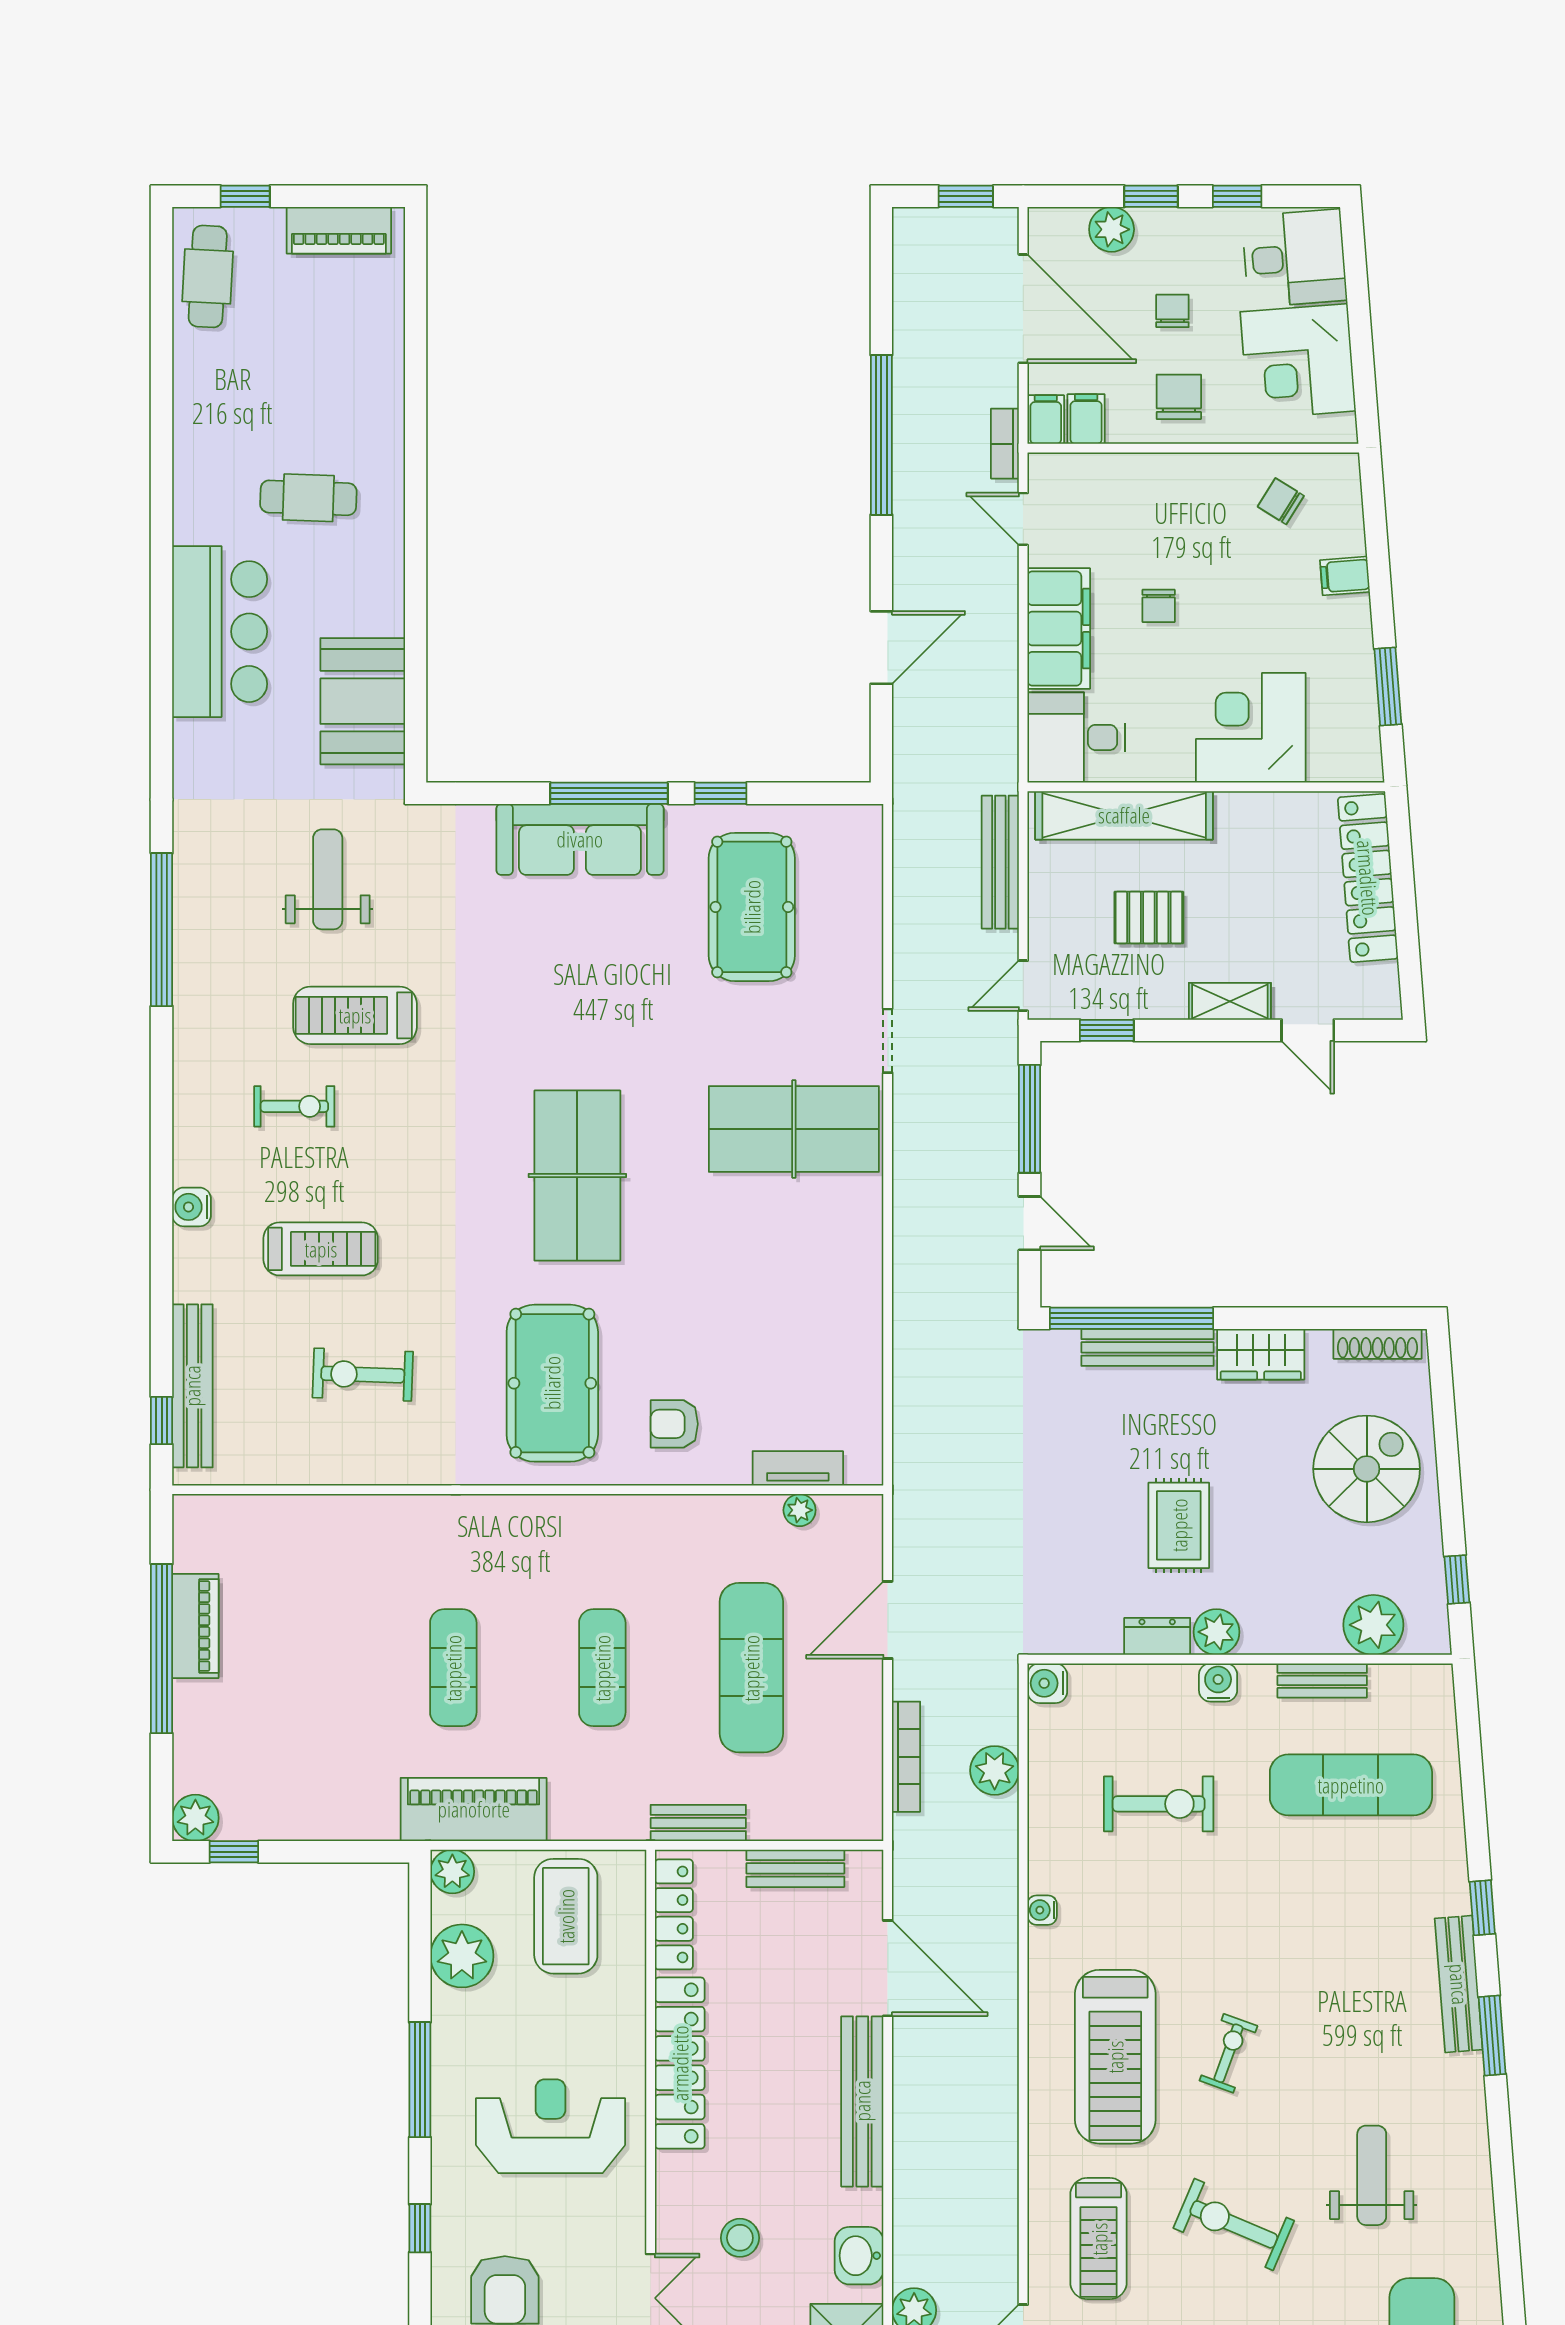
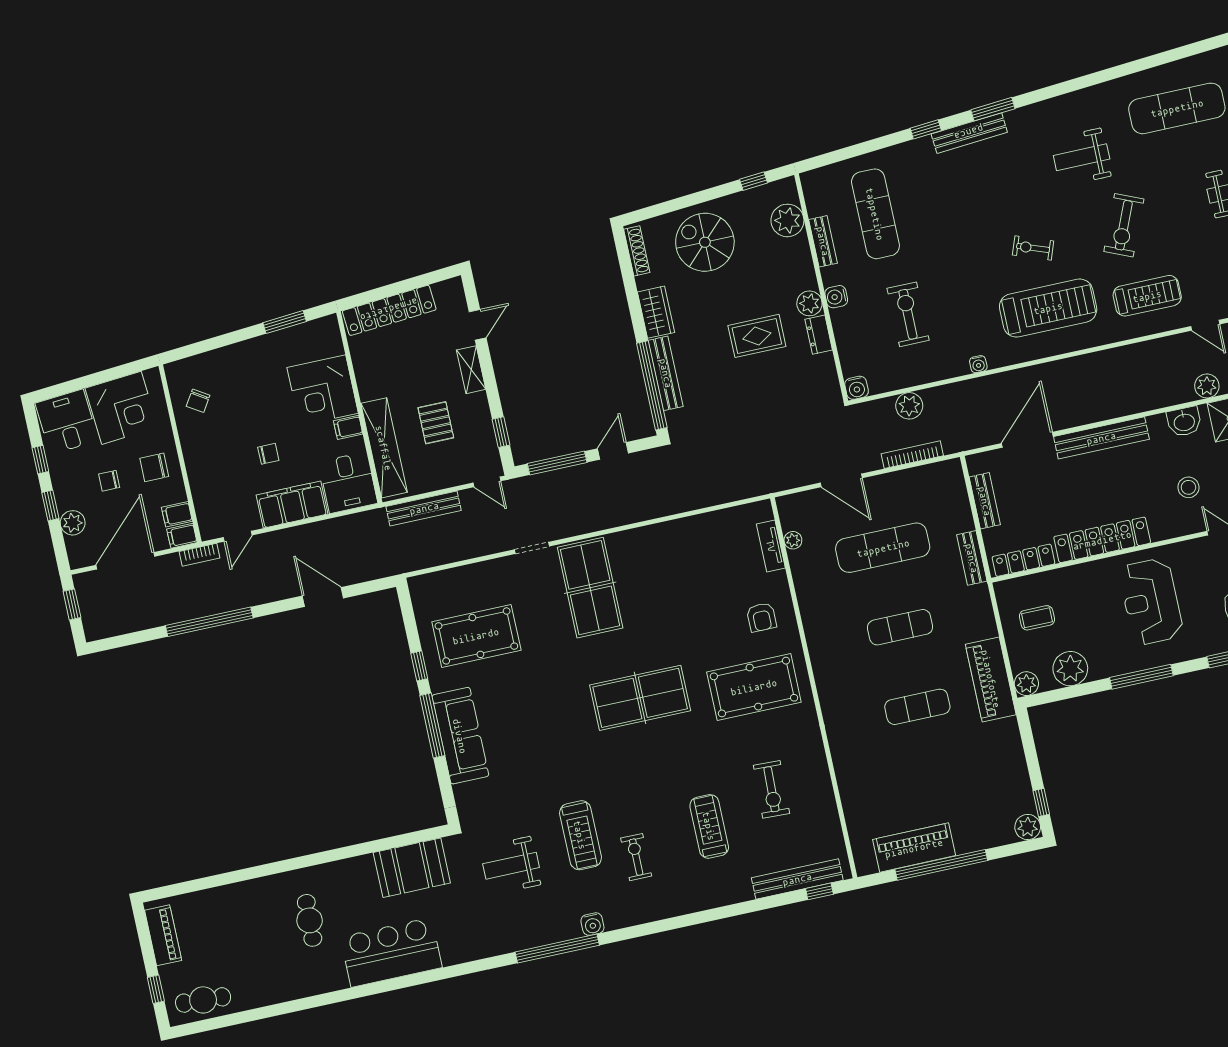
filing cabinet: (1345, 576) -> (348, 427), moved, turned 94
water cooler: (192, 1207) -> (592, 924), moved
piano: (195, 1626) -> (914, 848), width x1.37, depth x1.33
coffee table: (566, 1916) -> (1037, 618), width x0.54, depth x0.58

